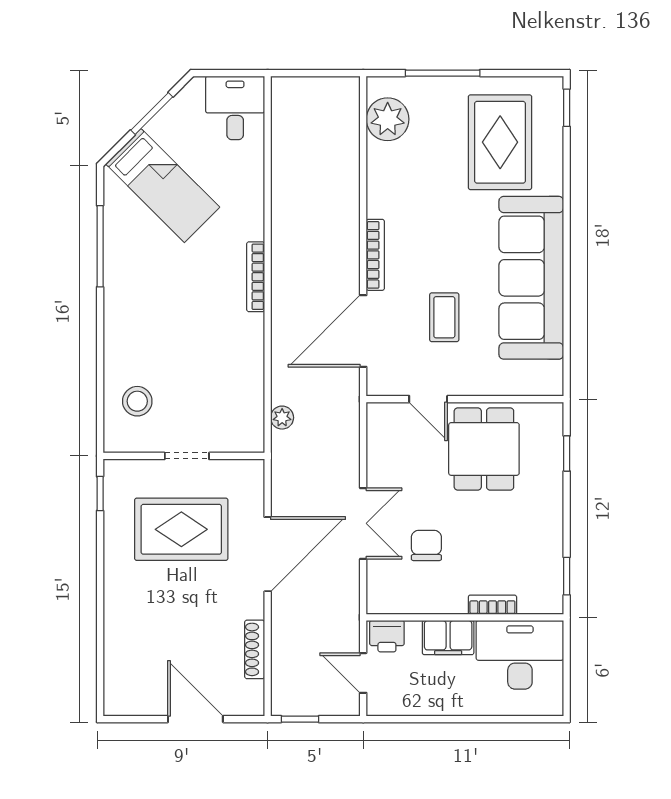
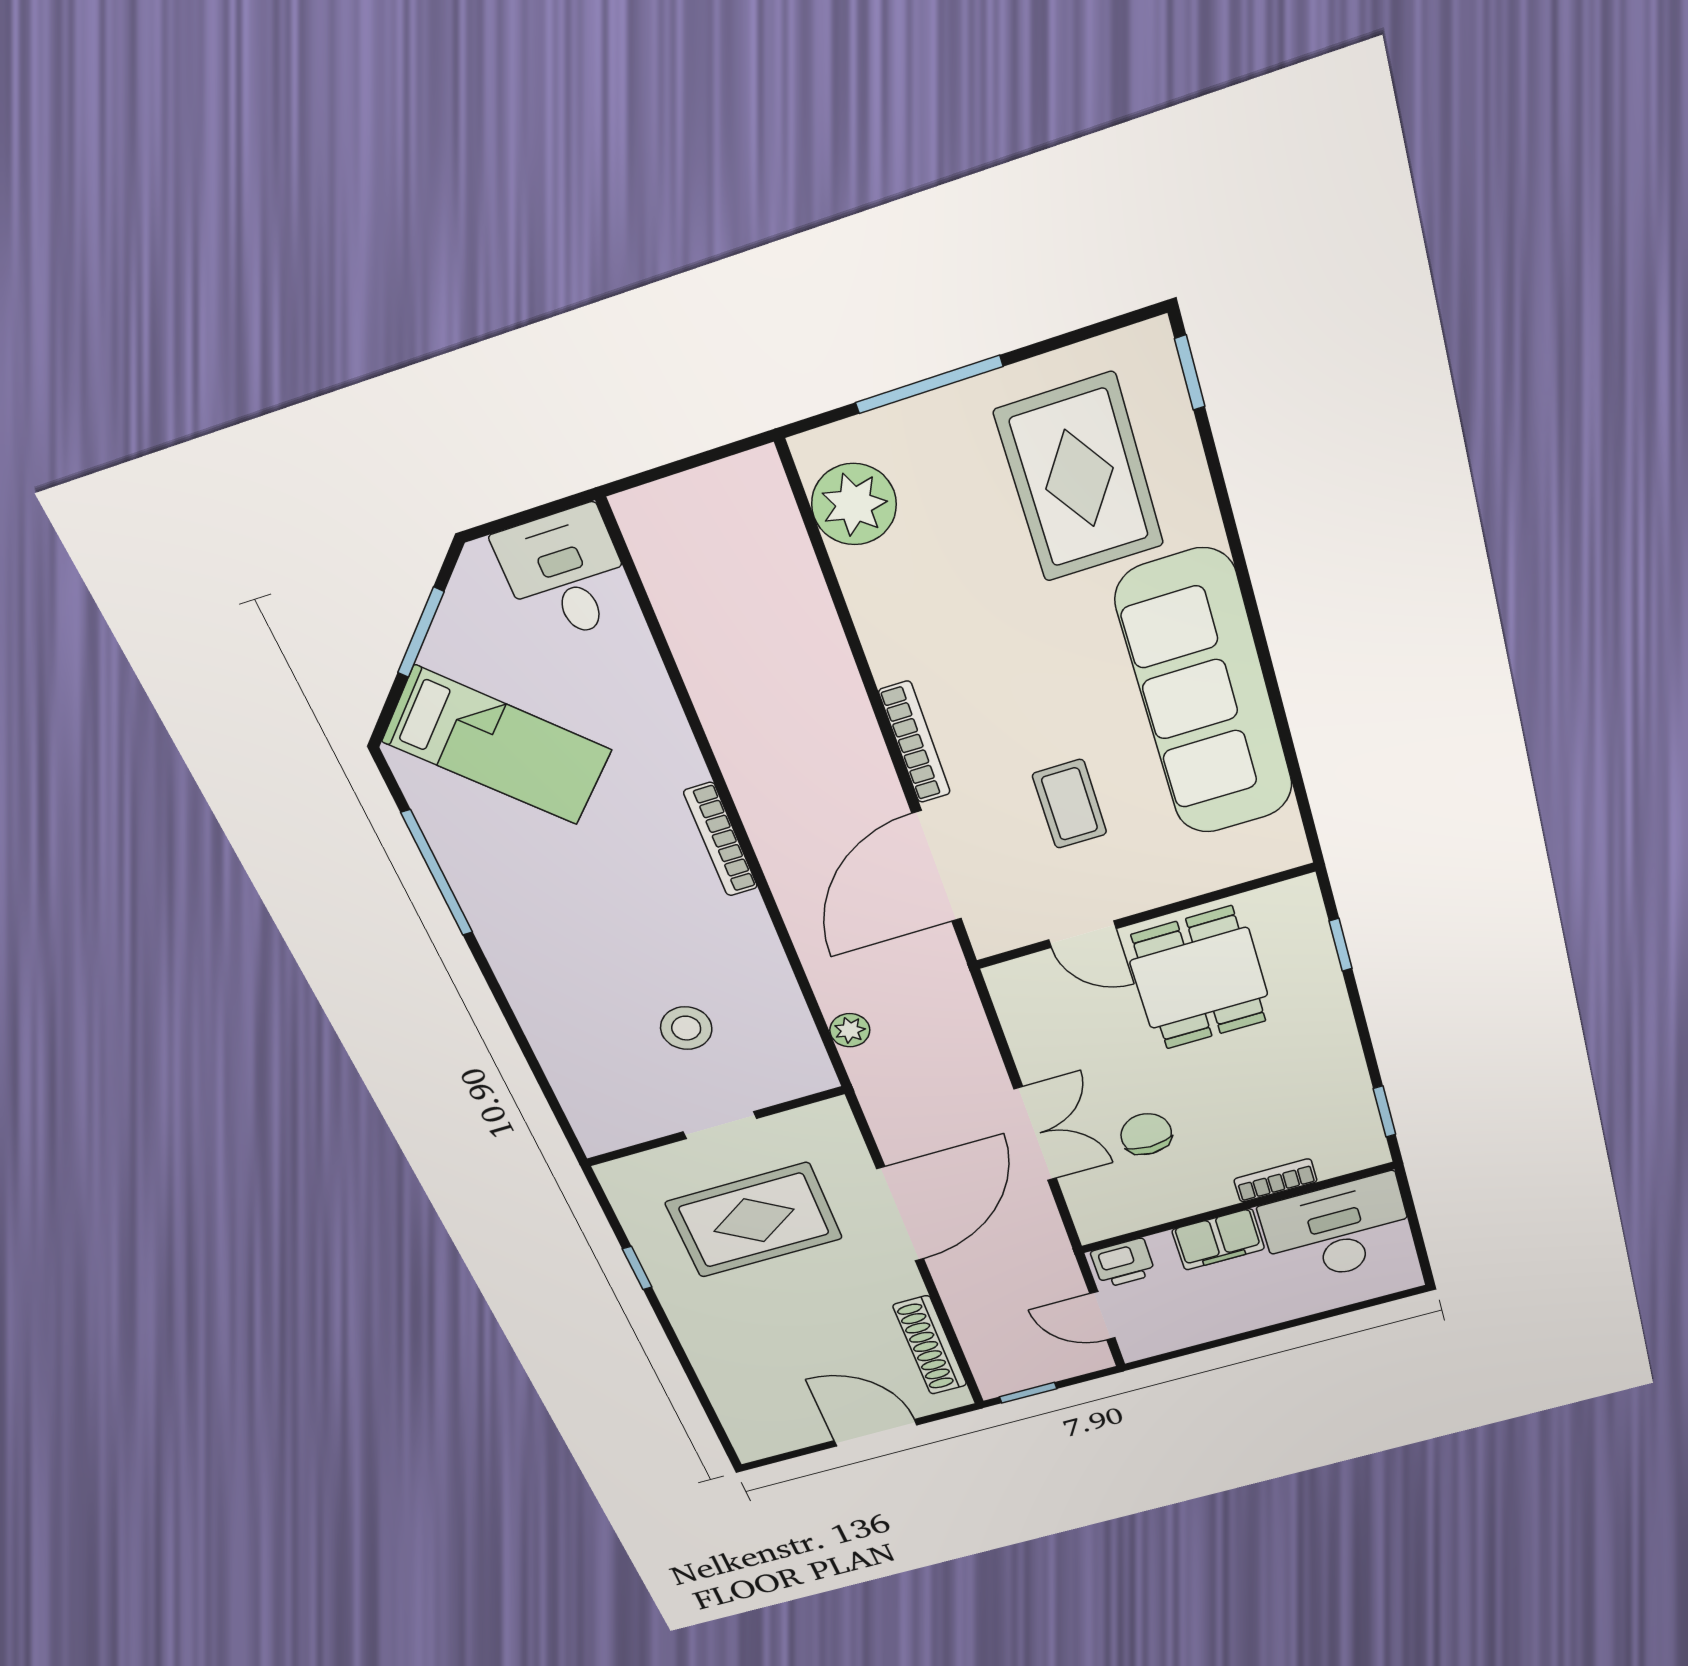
stool: (137, 401) -> (686, 1028), moved
window: (100, 494) -> (637, 1268), moved
shoe rack: (255, 649) -> (930, 1345), width x1.36, depth x1.24

